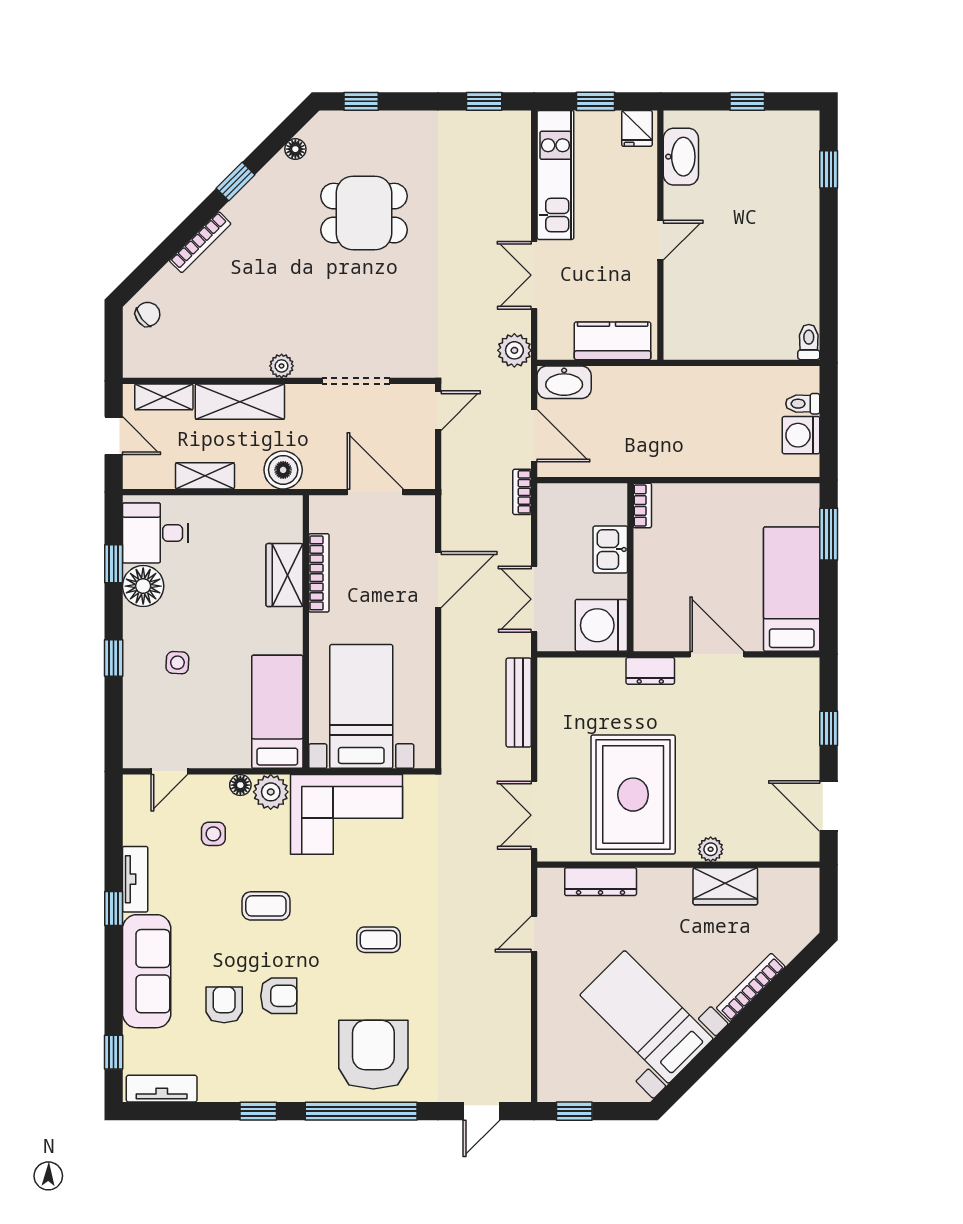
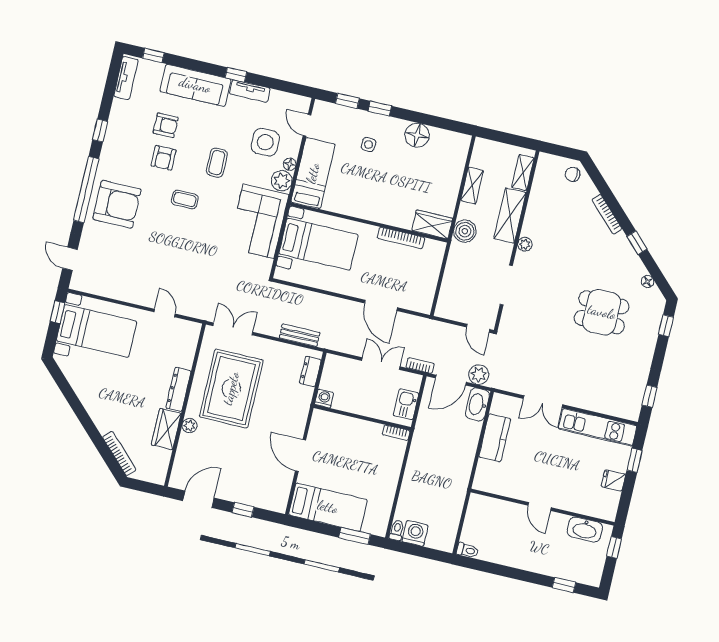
washbasin: (681, 157) -> (585, 529), moved
dining table: (364, 213) -> (602, 312), turned 90
wall: (660, 235) -> (542, 507), moved
door: (660, 240) -> (540, 506), moved
double door: (534, 275) -> (543, 402), swing flipped
chair: (148, 314) -> (573, 174), turned 127
plant: (514, 350) -> (479, 375), moved
toilet: (803, 404) -> (397, 530), moved
door: (114, 436) -> (507, 138), removed
door: (375, 492) -> (440, 281), removed
desk: (155, 533) -> (446, 149), removed
kitchen sink: (610, 549) -> (406, 404), moved, turned -90
window: (114, 564) -> (347, 101), moved
wardrobe: (285, 575) -> (432, 224), moved
double door: (534, 599) -> (381, 364), moved
washing machine: (601, 625) -> (324, 398), width x0.53, depth x0.53
door: (717, 654) -> (301, 455), swing flipped
dresser: (650, 671) -> (310, 371), moved
bench: (519, 703) -> (300, 335), width x0.73
bed: (277, 712) -> (313, 173), moved, turned -90
rug: (633, 795) -> (231, 388), turned 90
side table: (213, 834) -> (265, 142), width x1.87, depth x1.87
dresser: (601, 882) -> (178, 389), moved
coffee table: (379, 940) -> (185, 199), moved, turned 90
bookcase: (751, 987) -> (119, 453), moved
bed with nightstands: (647, 1017) -> (97, 331), moved, turned 45

